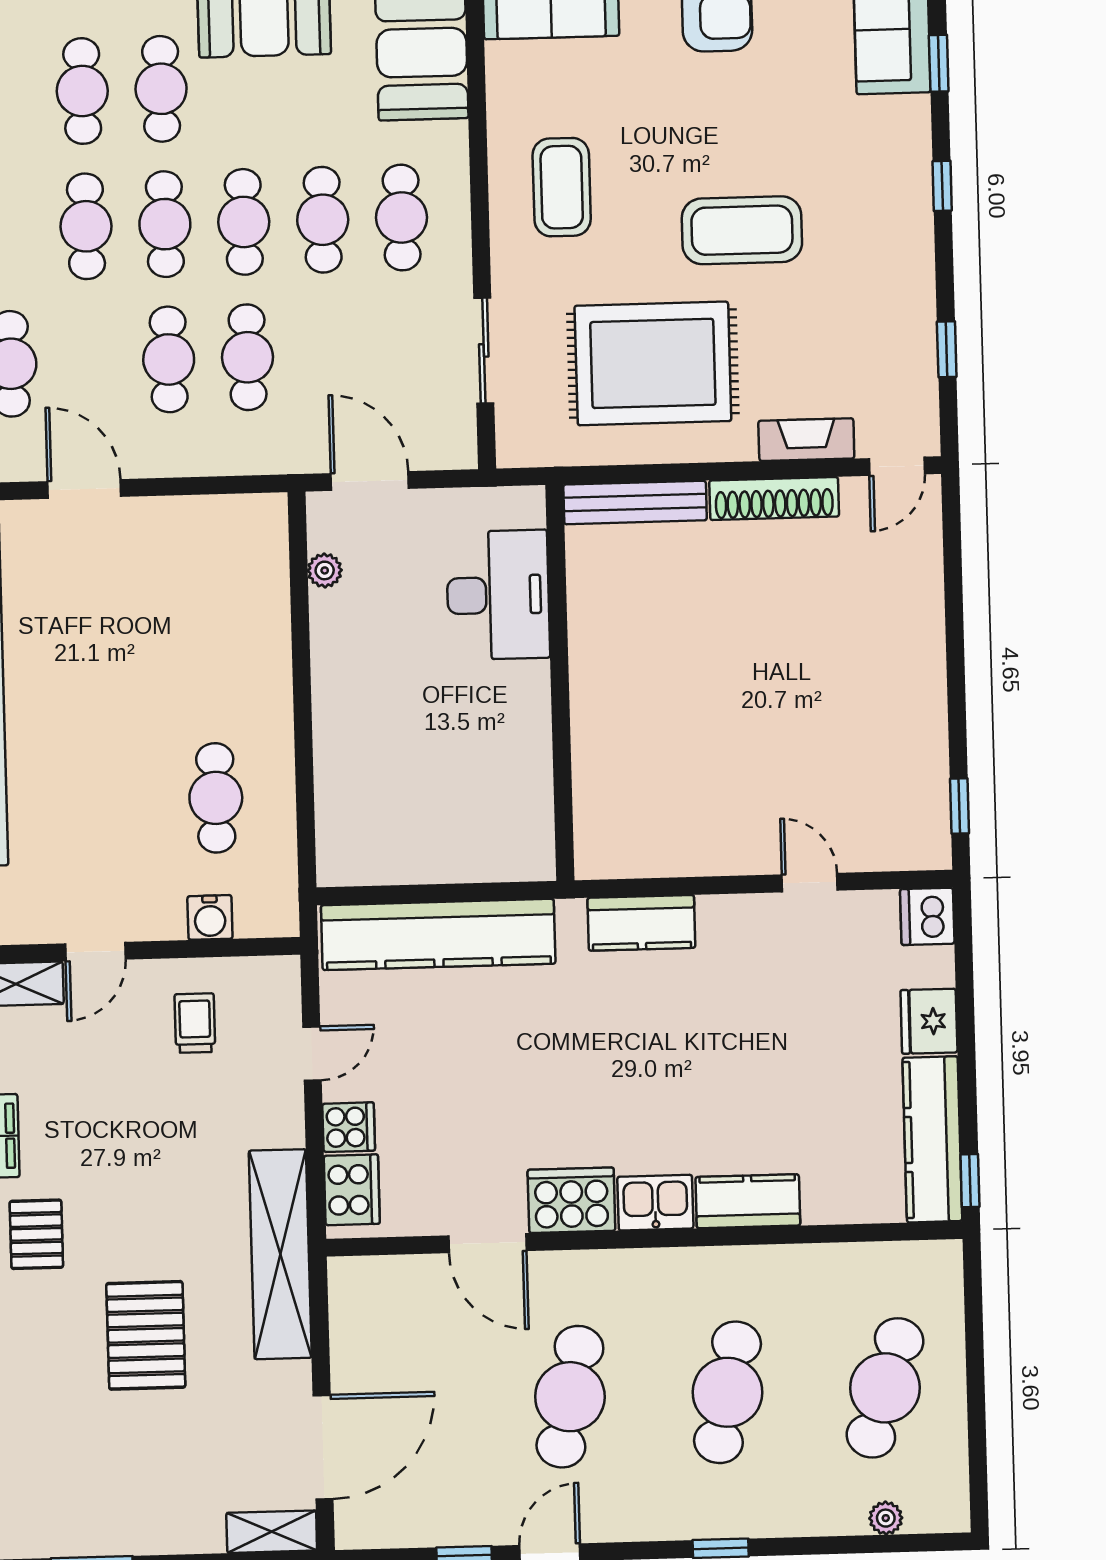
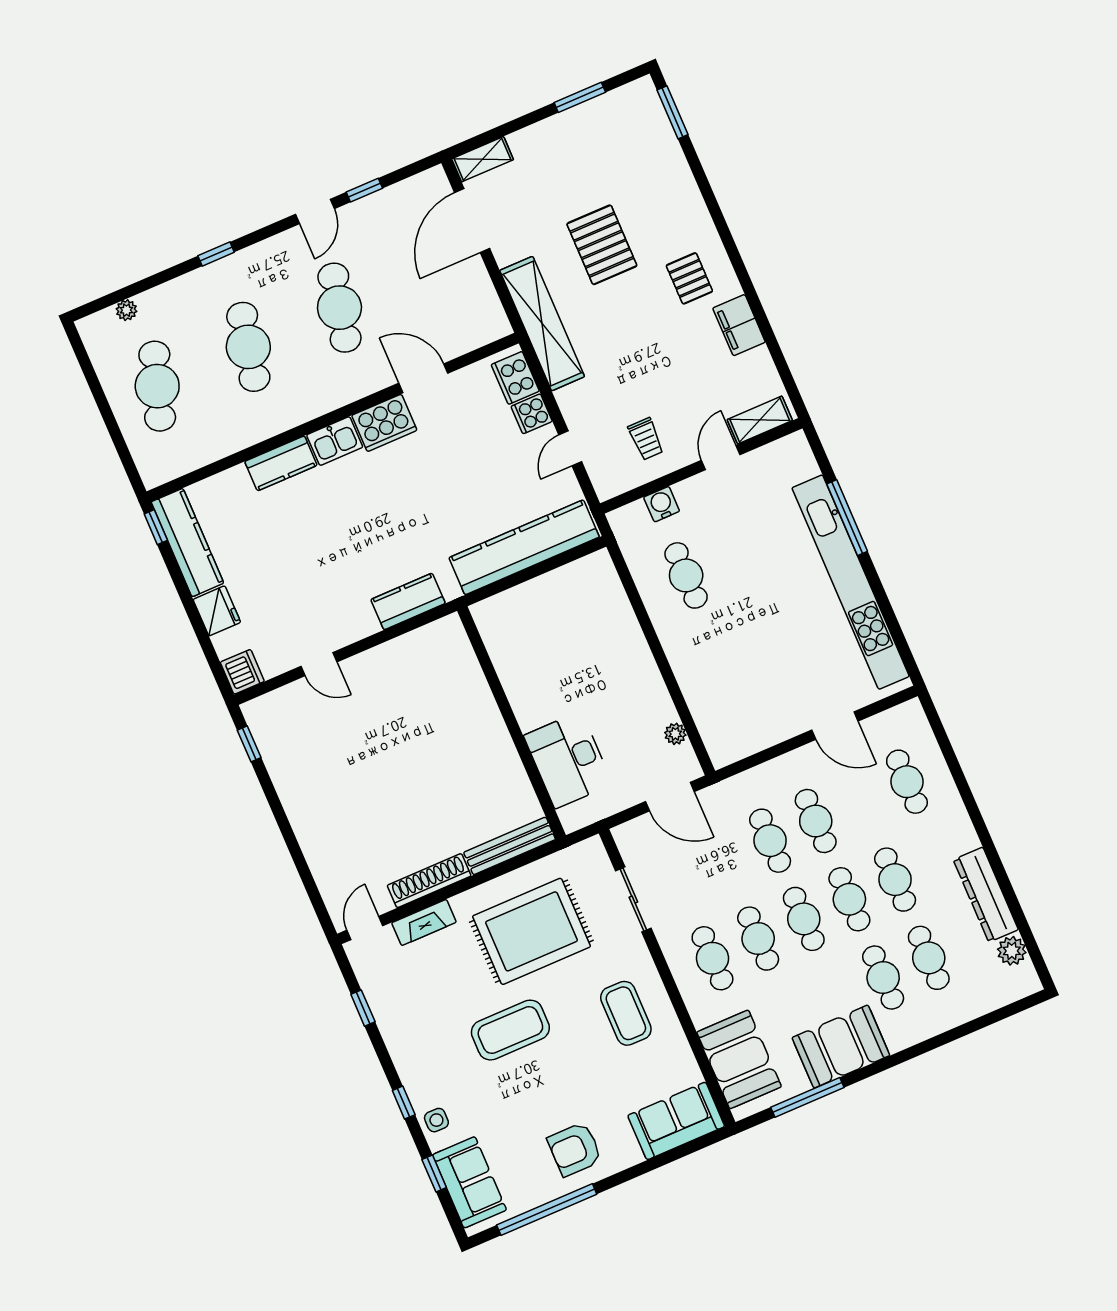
side table: (904, 141) -> (436, 1120), added

